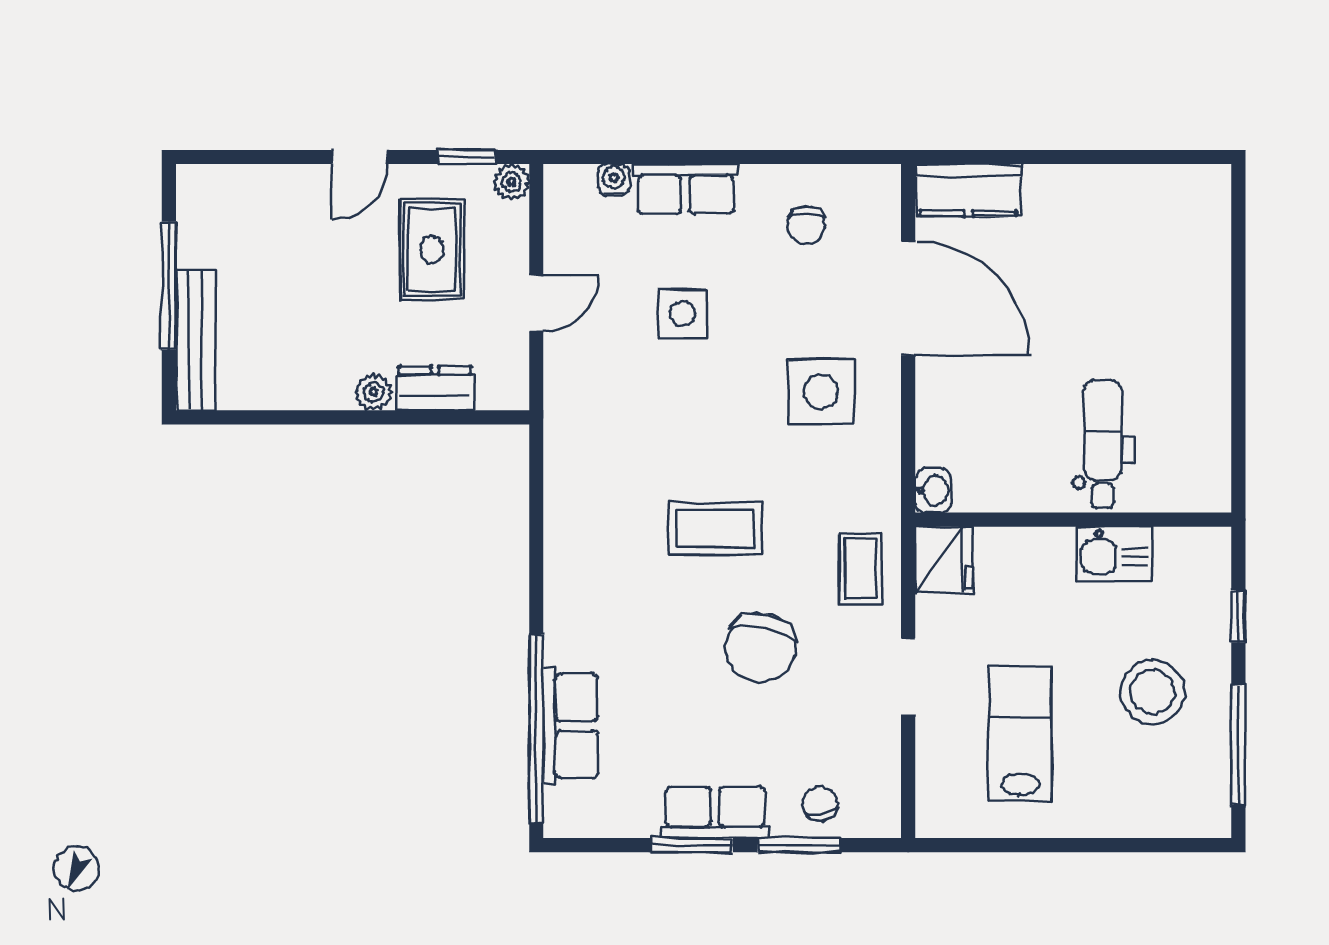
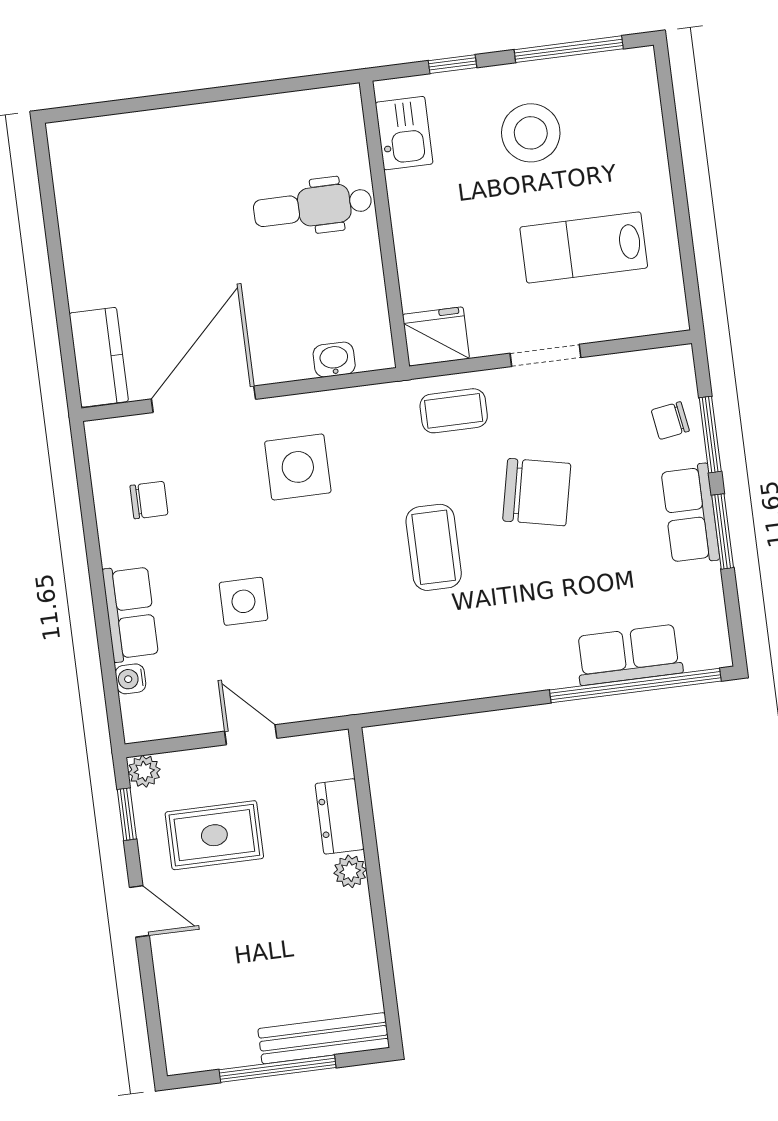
washbasin: (933, 491) -> (334, 360), moved
kitchen sink: (1114, 554) -> (404, 133), moved

